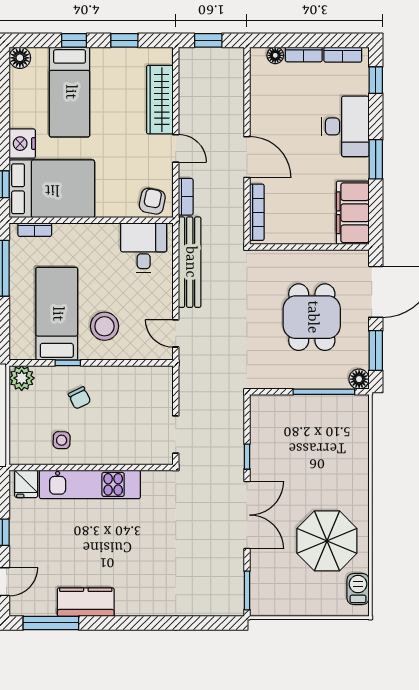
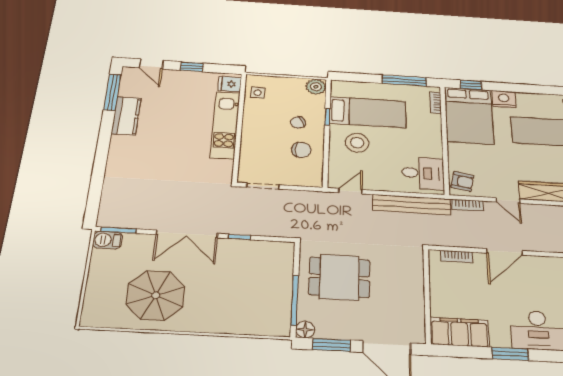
door: (176, 148) -> (508, 200), hinge flipped
bookcase: (257, 212) -> (457, 257), width x0.64
dining table: (312, 317) -> (339, 277), moved
chair: (120, 392) -> (301, 150), added
side table: (62, 440) -> (258, 93), moved
barbecue: (358, 589) -> (107, 240), moved, turned 180

